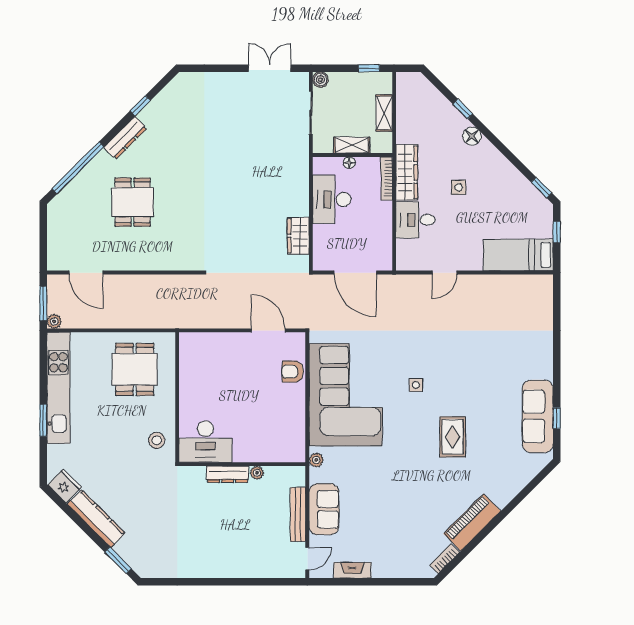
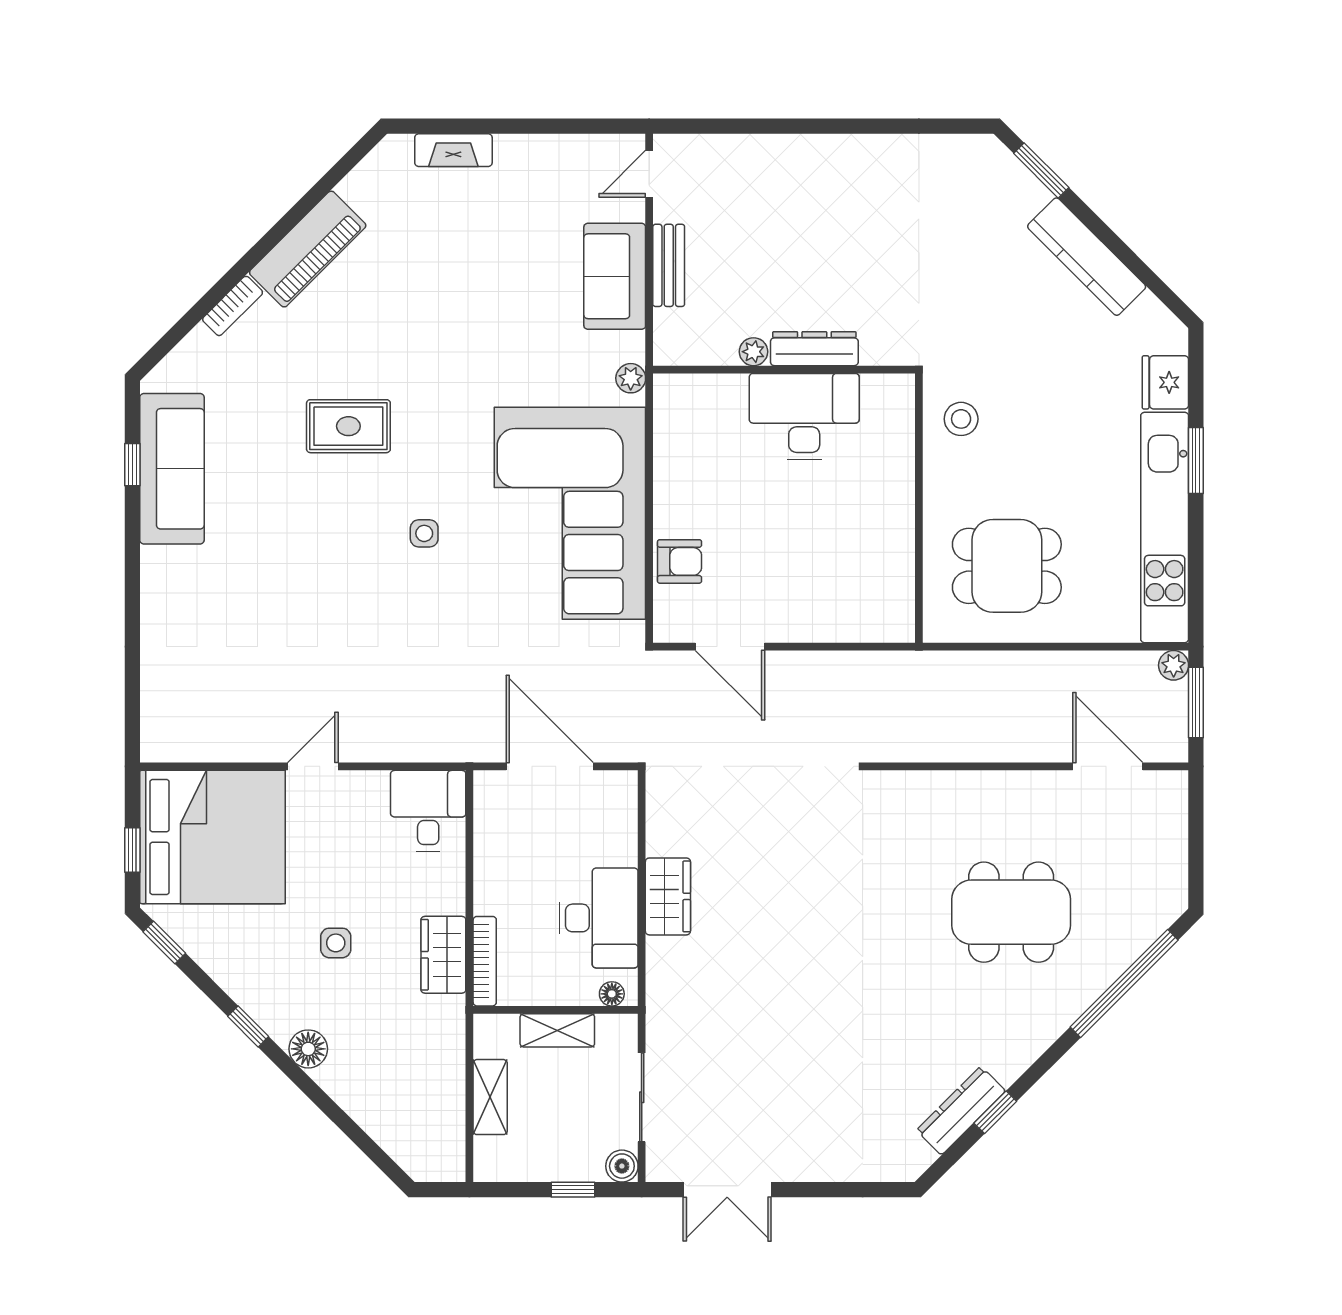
window: (369, 68) -> (573, 1190), moved
window: (463, 109) -> (248, 1026), moved
dresser: (125, 138) -> (961, 1111), moved
floor lamp: (349, 163) -> (612, 994), moved
wardrobe: (407, 172) -> (443, 955), width x0.67
dining table: (133, 202) -> (1011, 912), width x1.38
desk: (415, 220) -> (428, 811), moved, turned -90
wardrobe: (298, 236) -> (668, 896), moved
bed: (518, 255) -> (213, 837), width x2.04
door: (444, 273) -> (313, 766), moved
dining table: (135, 369) -> (1007, 566), turned 90
rug: (453, 437) -> (348, 426), turned 90
desk: (205, 442) -> (804, 416), moved
fridge: (65, 486) -> (1165, 382), moved, turned 45
bench: (298, 514) -> (669, 265), width x0.73
bookcase: (445, 559) -> (233, 306), moved
fireplace: (352, 570) -> (453, 150), moved

